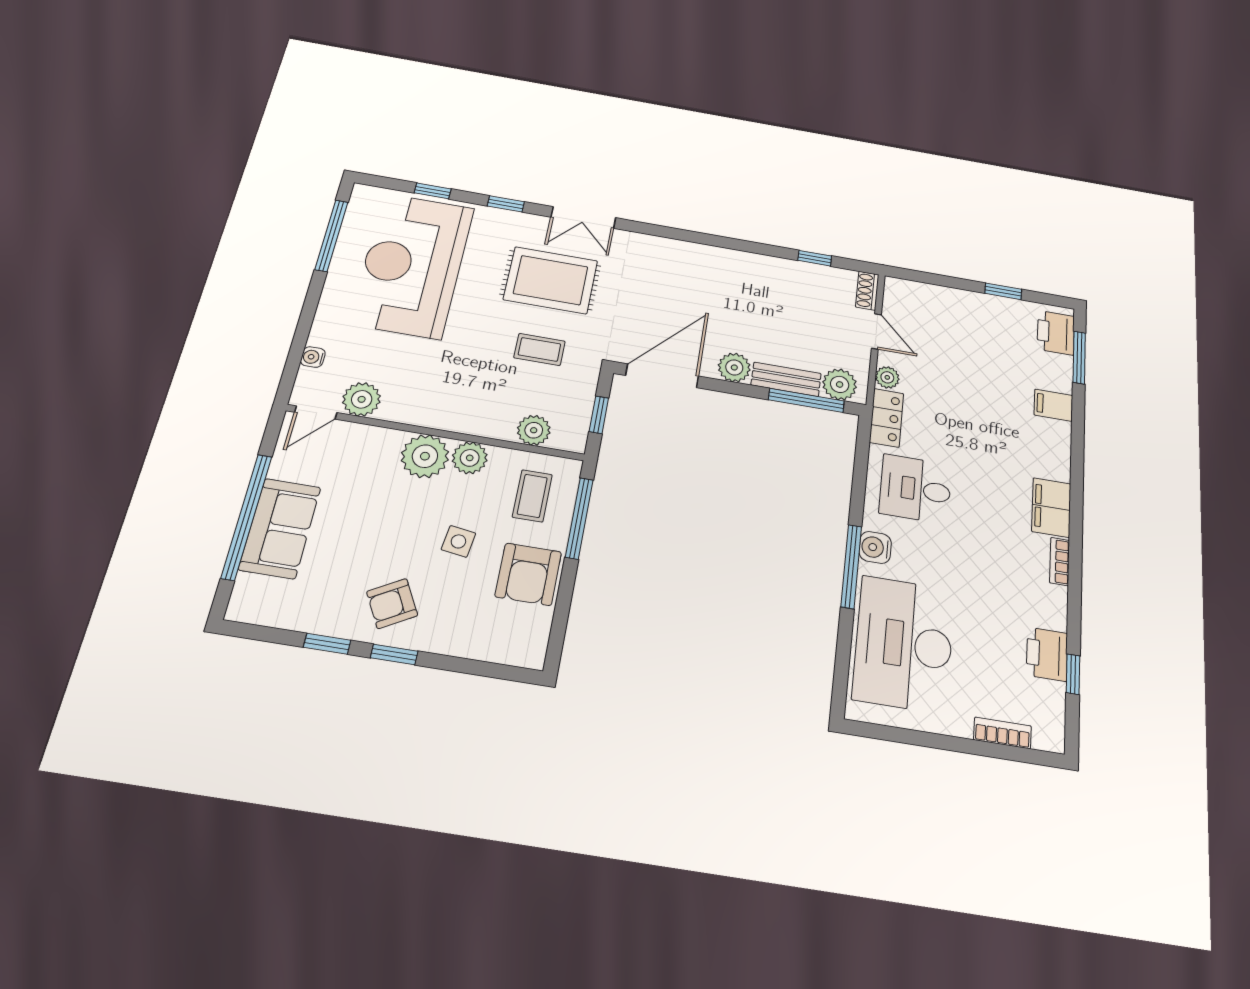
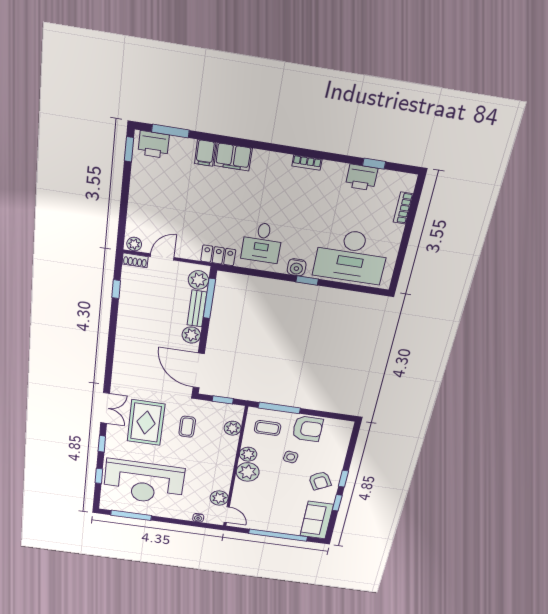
window: (1003, 291) -> (129, 149), moved
plant: (887, 377) -> (134, 244), moved
filing cabinet: (1051, 508) -> (233, 157), moved
sofa: (280, 528) -> (317, 520), moved, turned -90
window: (851, 566) -> (307, 281), width x0.46

